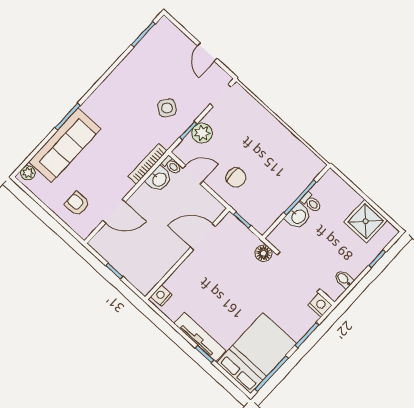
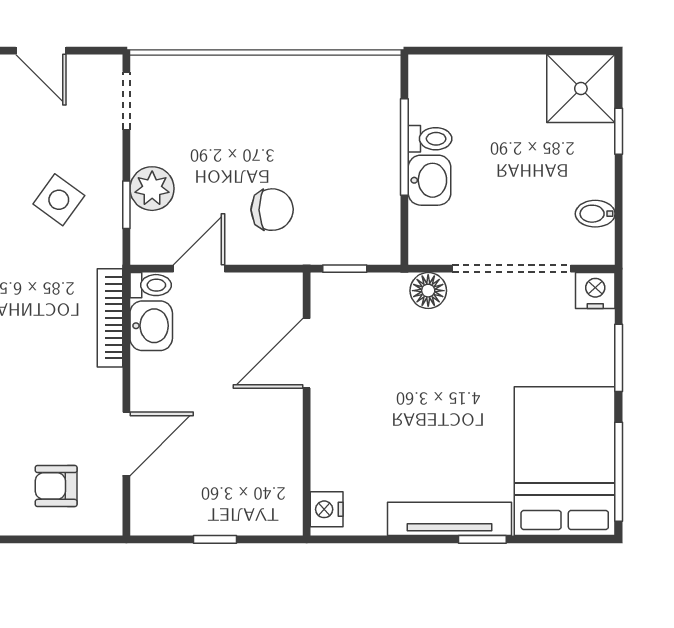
shower: (366, 221) -> (581, 89), moved

